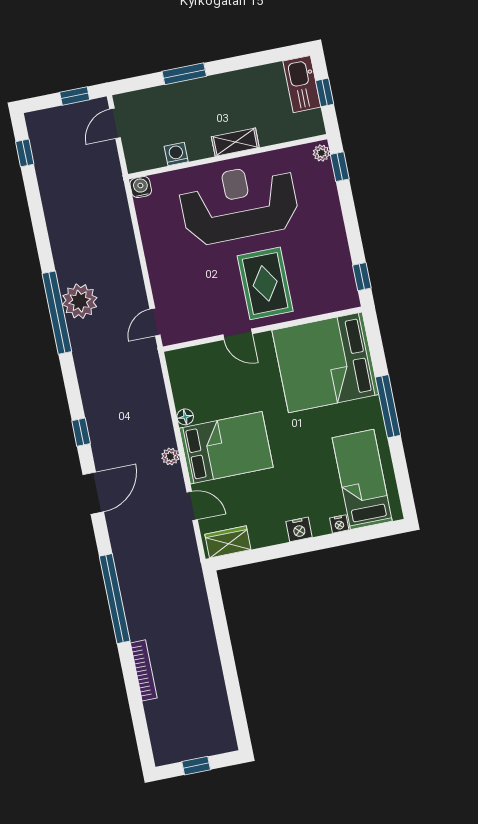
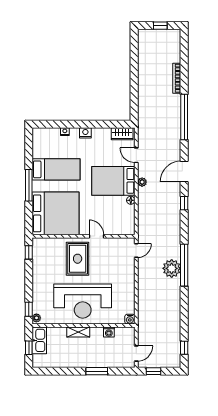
kitchen sink: (302, 84) -> (39, 340), moved
bed: (362, 479) -> (56, 169), moved, turned -90

